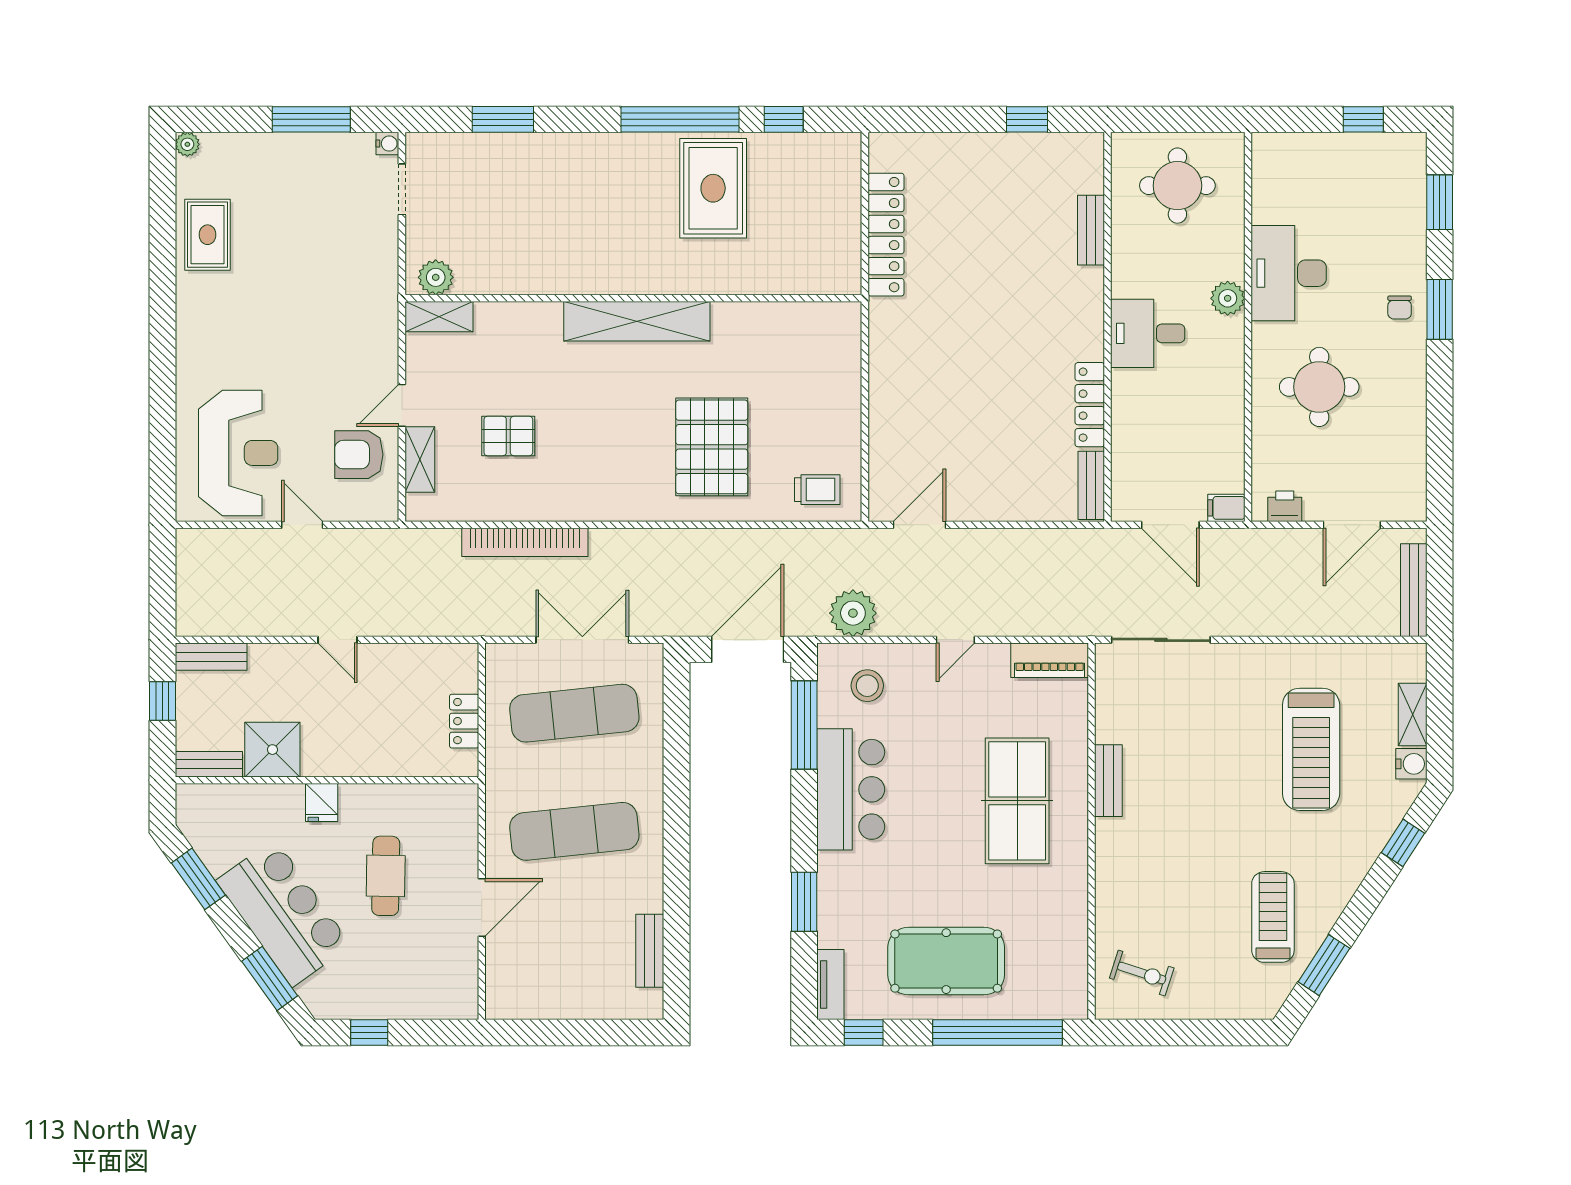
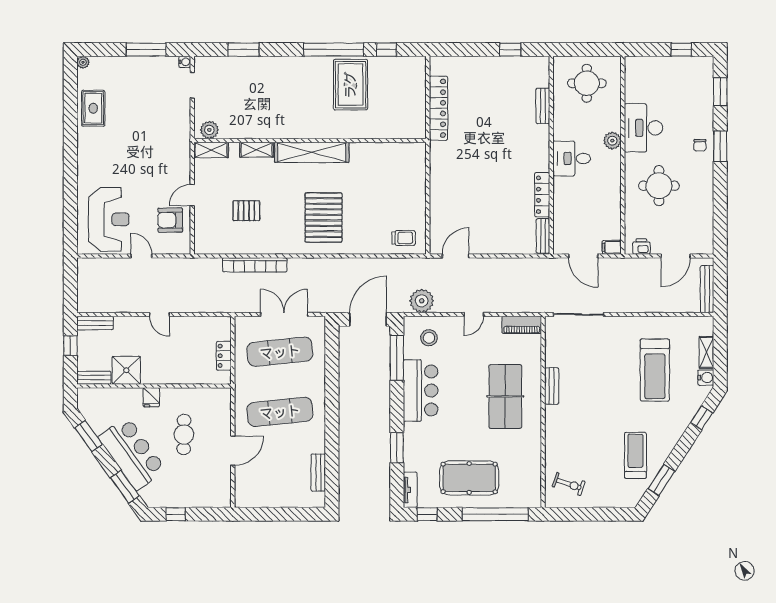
pallet: (712, 447) -> (324, 218), moved
shelving: (420, 459) -> (257, 150), moved, turned 90

